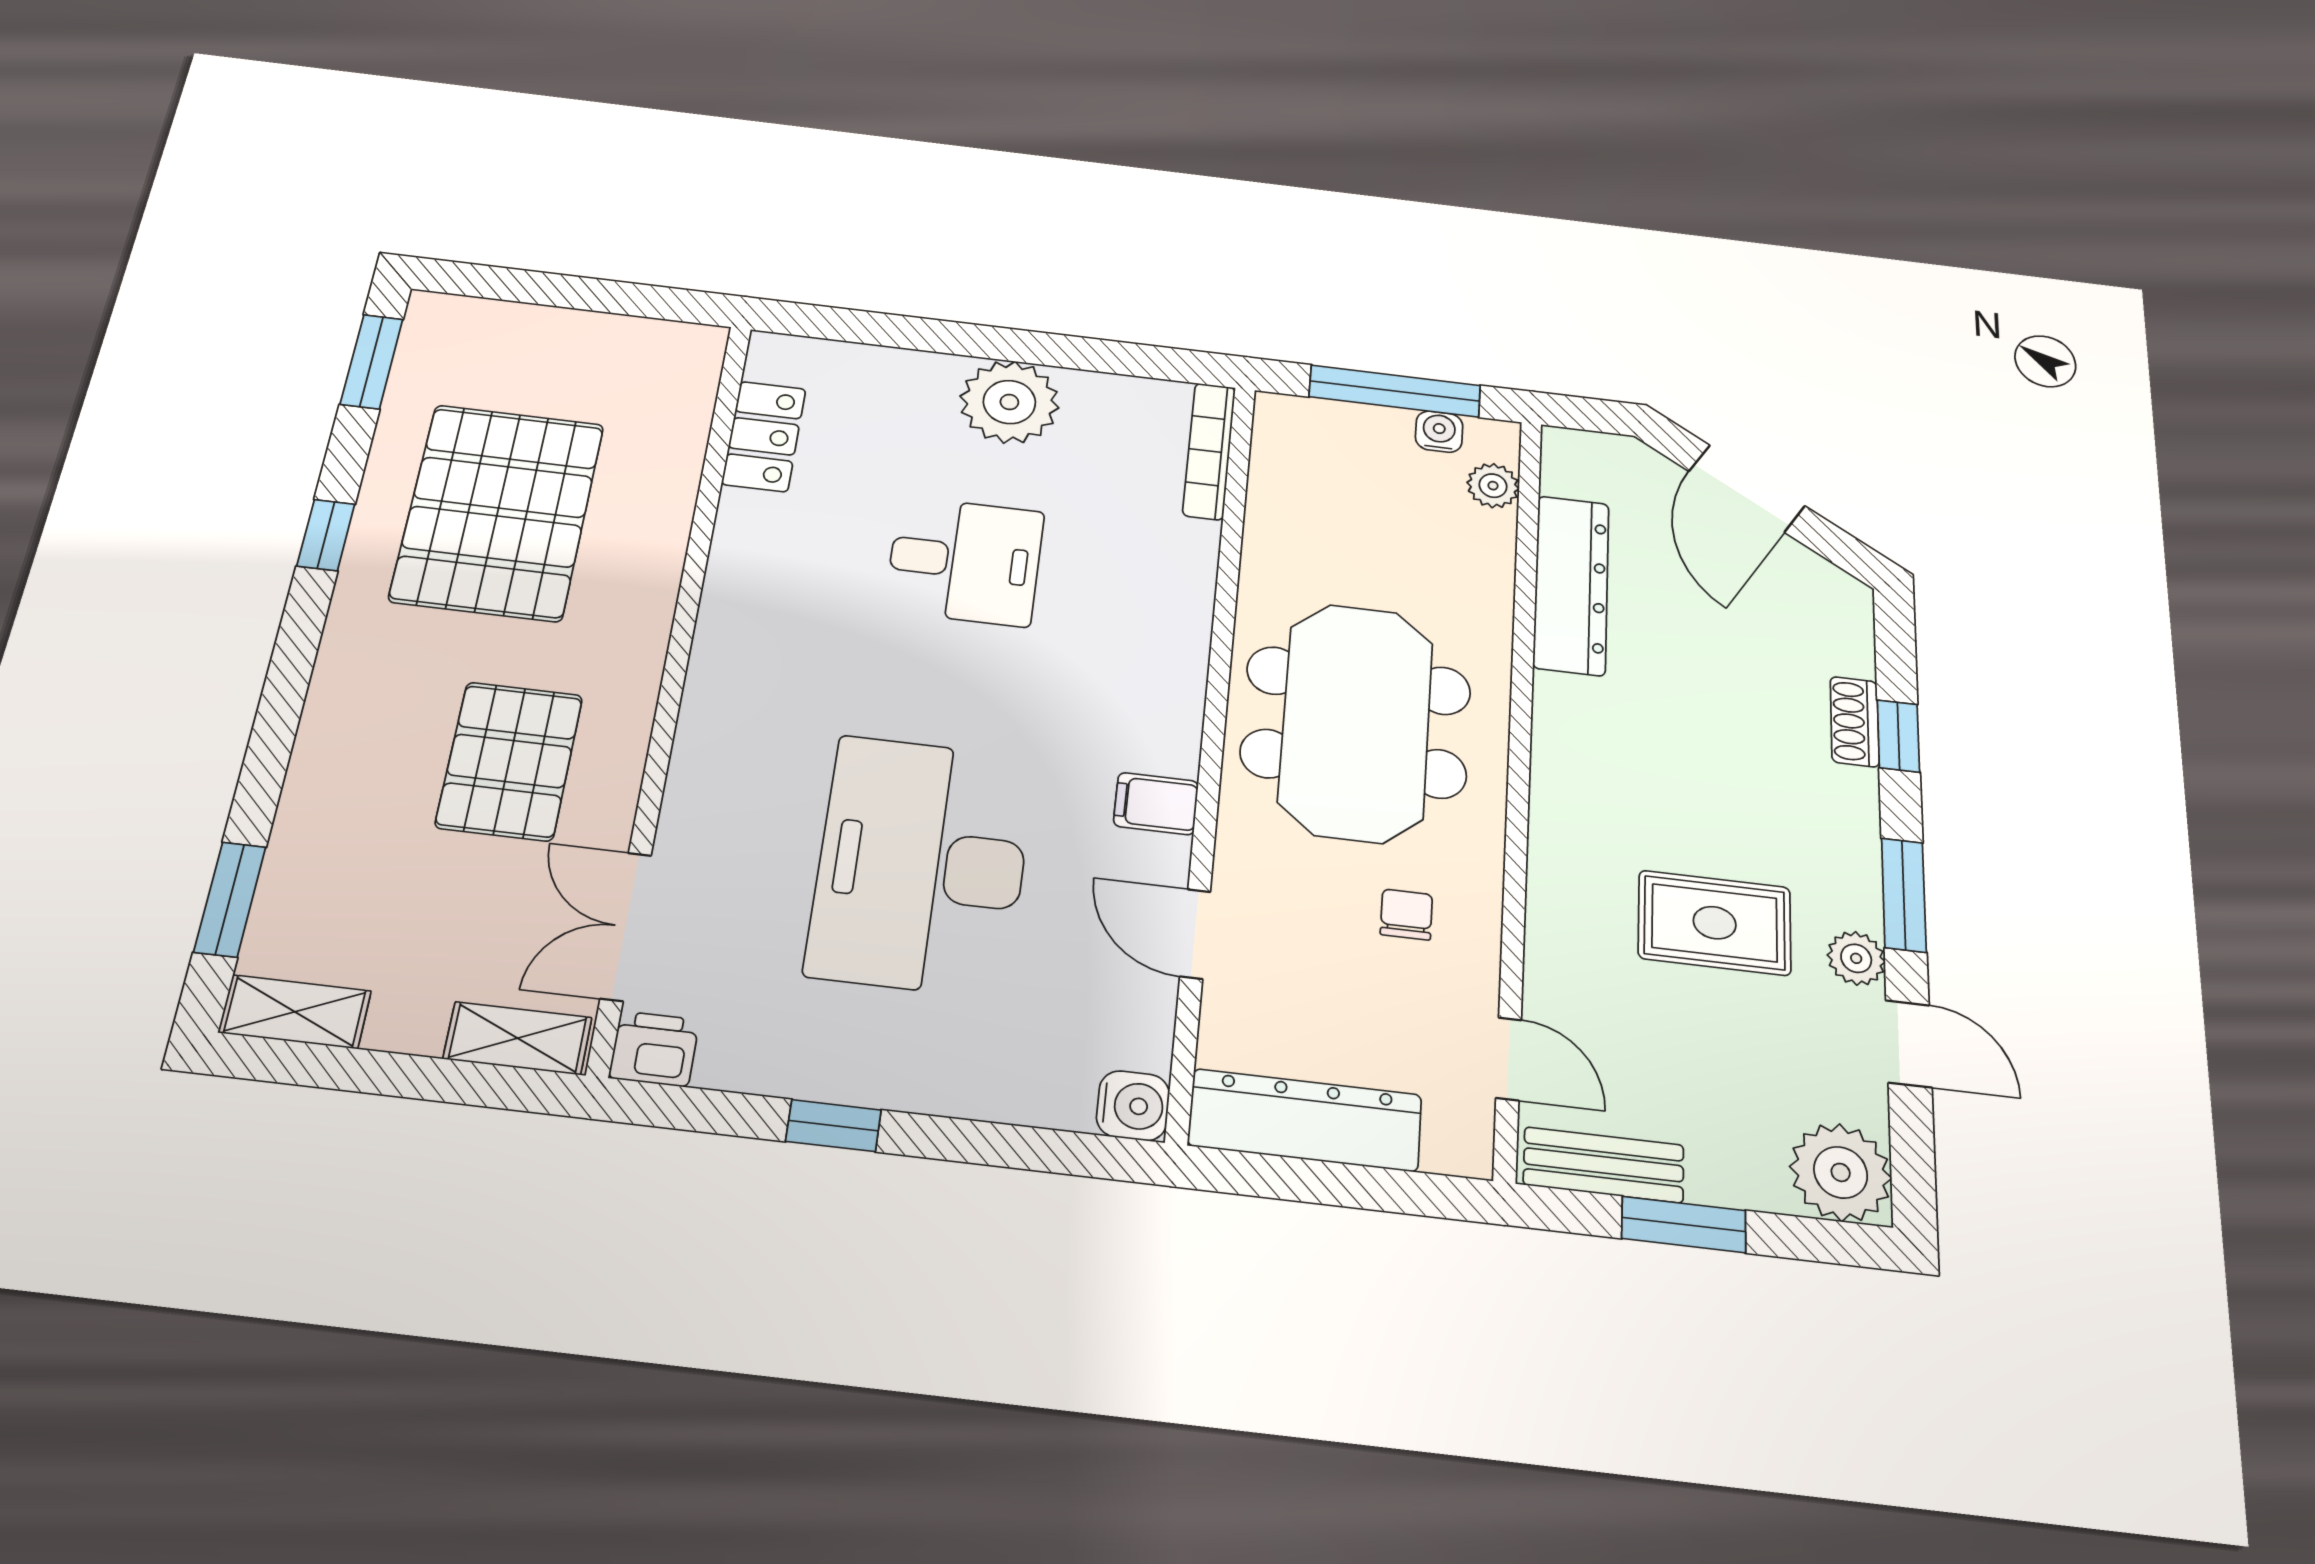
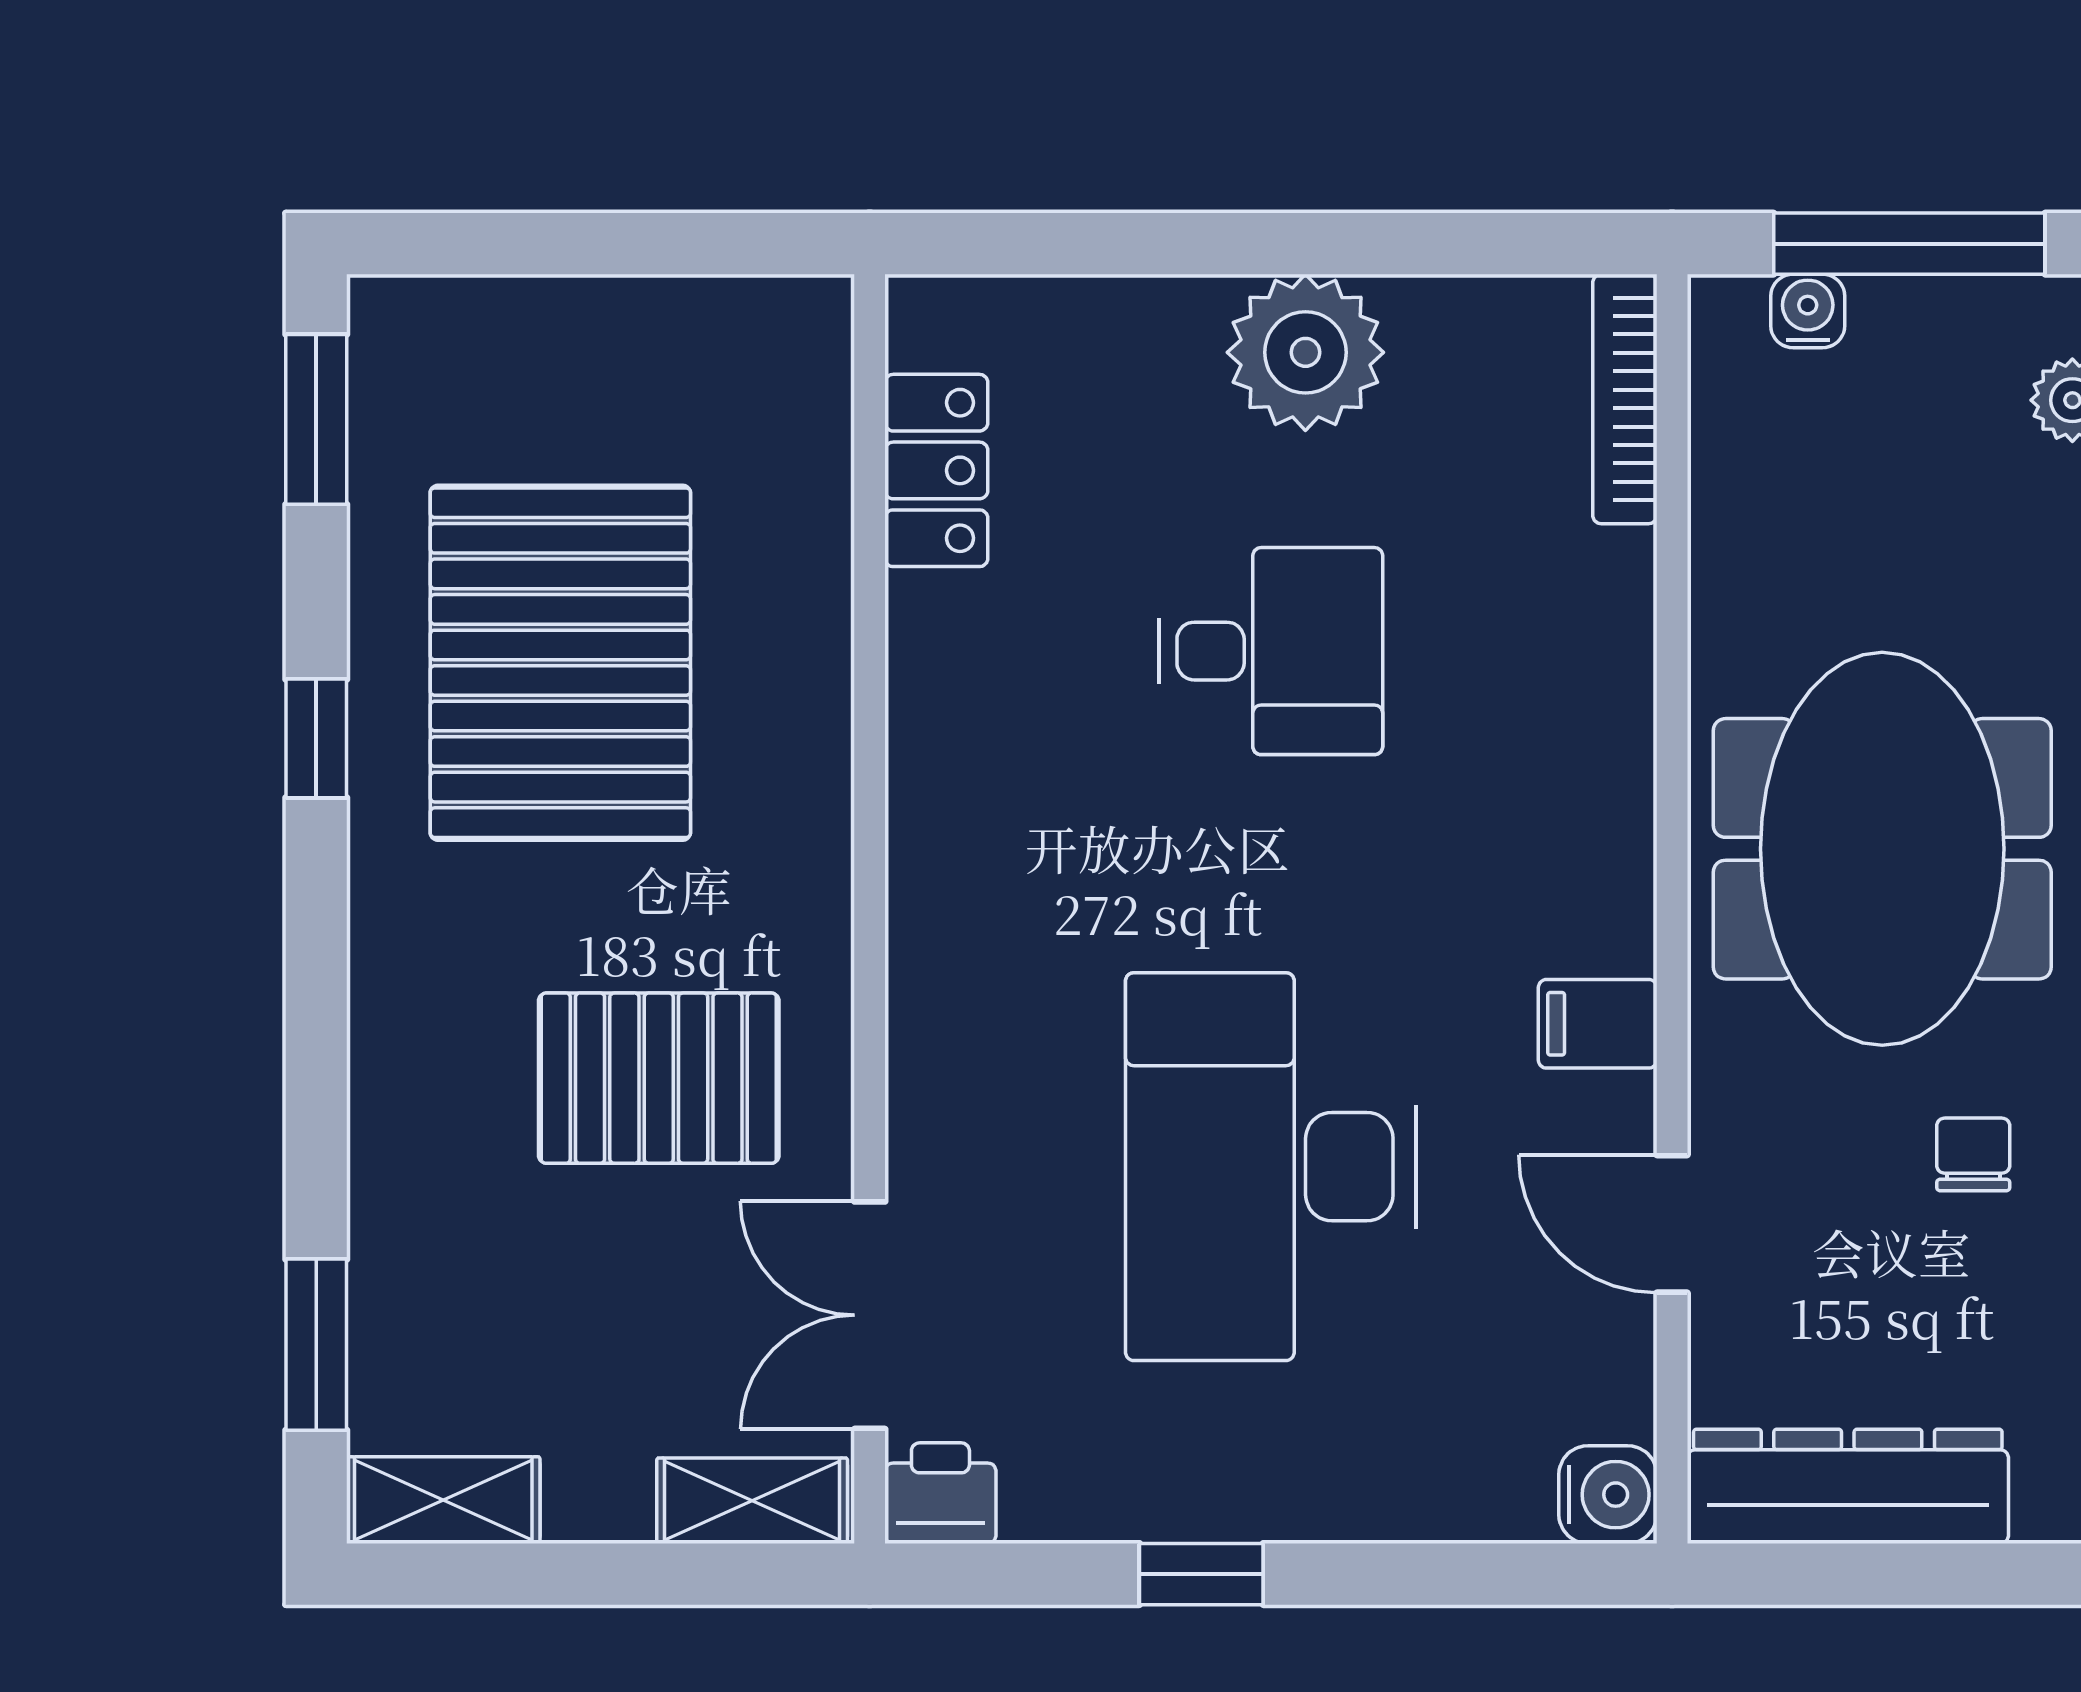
water cooler: (1439, 432) -> (1808, 311), moved
pallet: (509, 761) -> (659, 1078), turned 90

